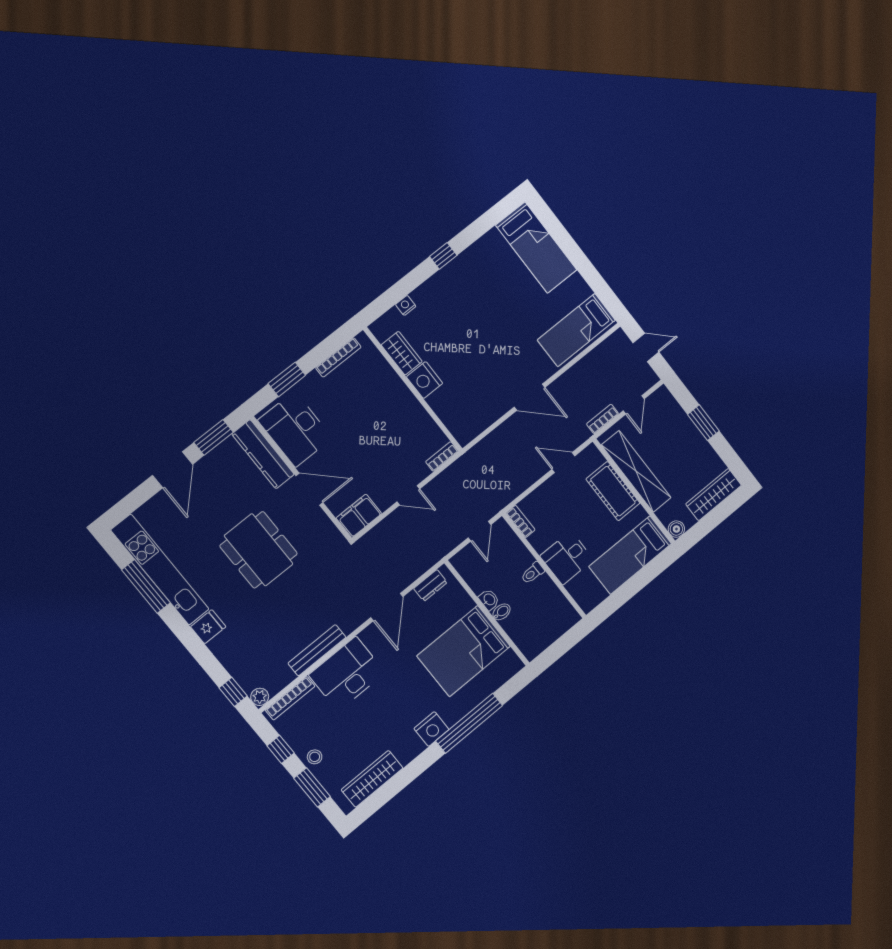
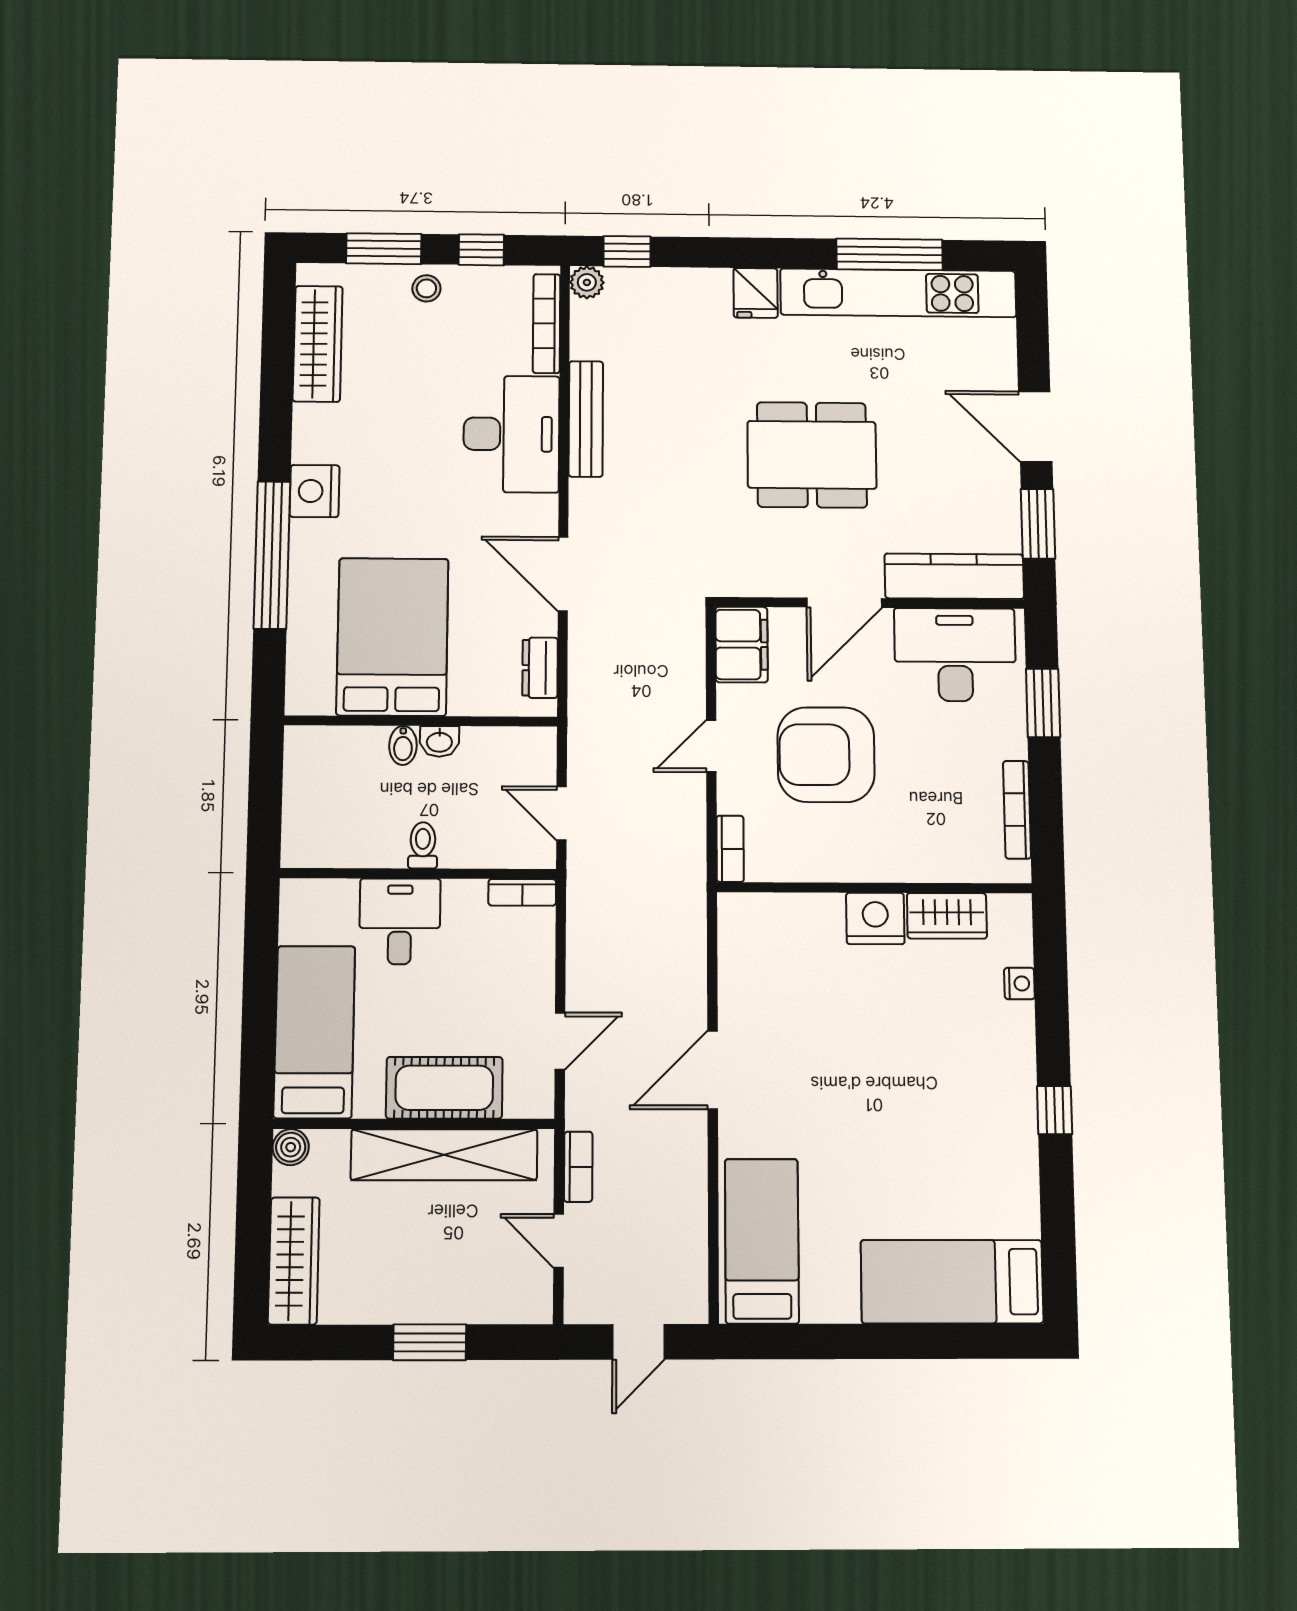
armchair: (376, 449) -> (826, 755), added

